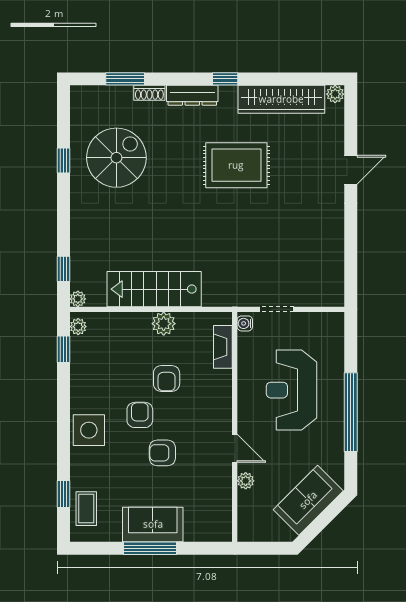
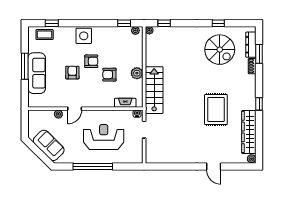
dresser: (192, 95) -> (251, 45), moved
stairs: (154, 289) -> (154, 90), moved
sofa: (153, 524) -> (37, 73), width x1.36

